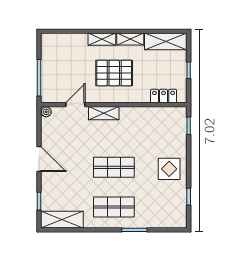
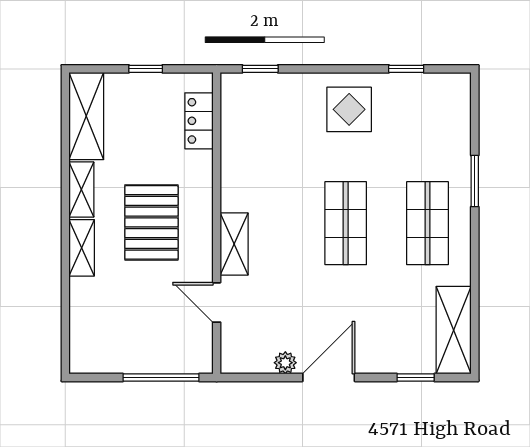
plant: (46, 112) -> (285, 363), moved

